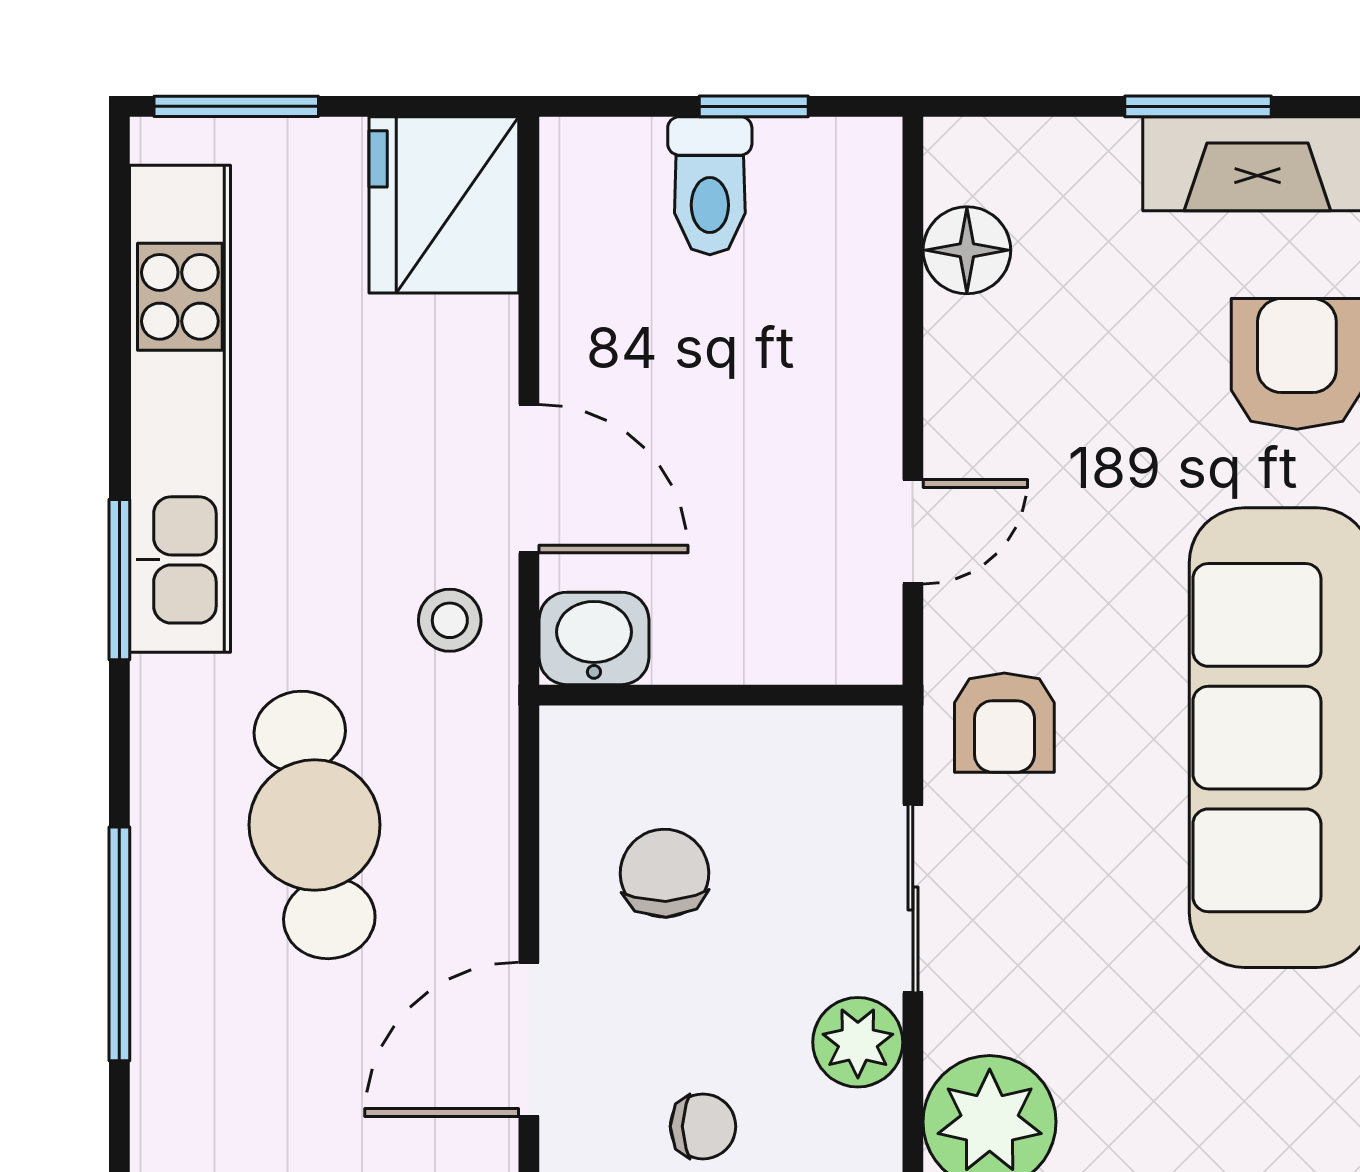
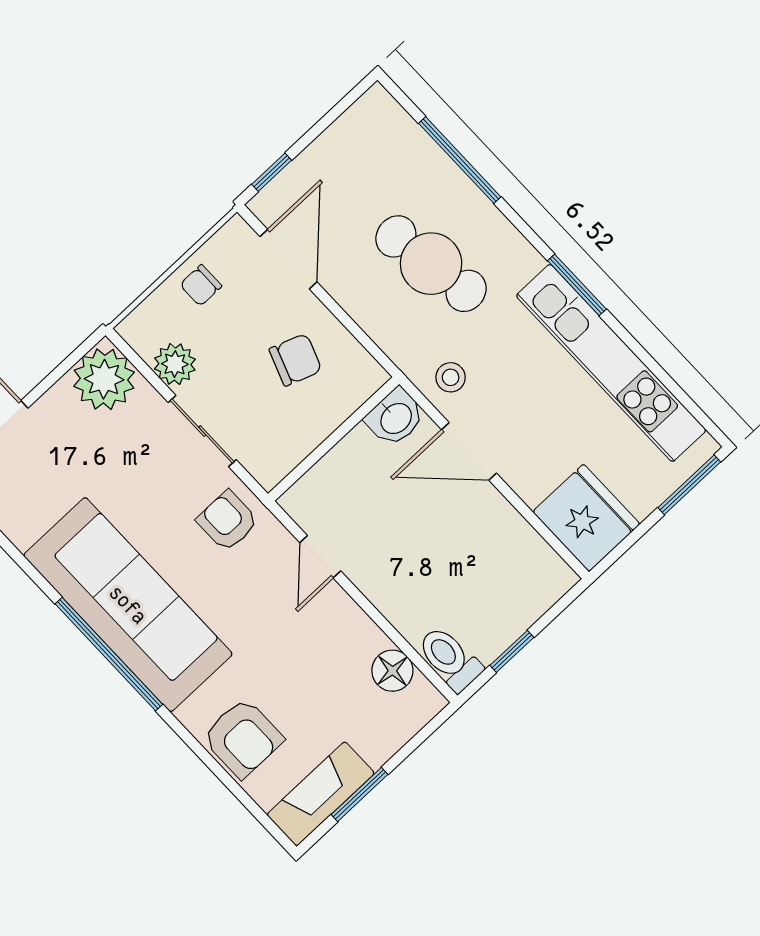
toilet: (710, 186) -> (450, 659), moved
chair: (665, 873) -> (296, 360), turned -68

